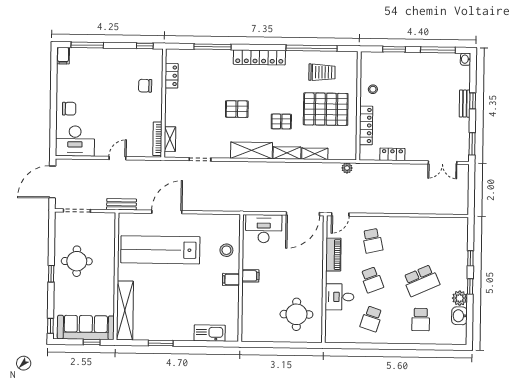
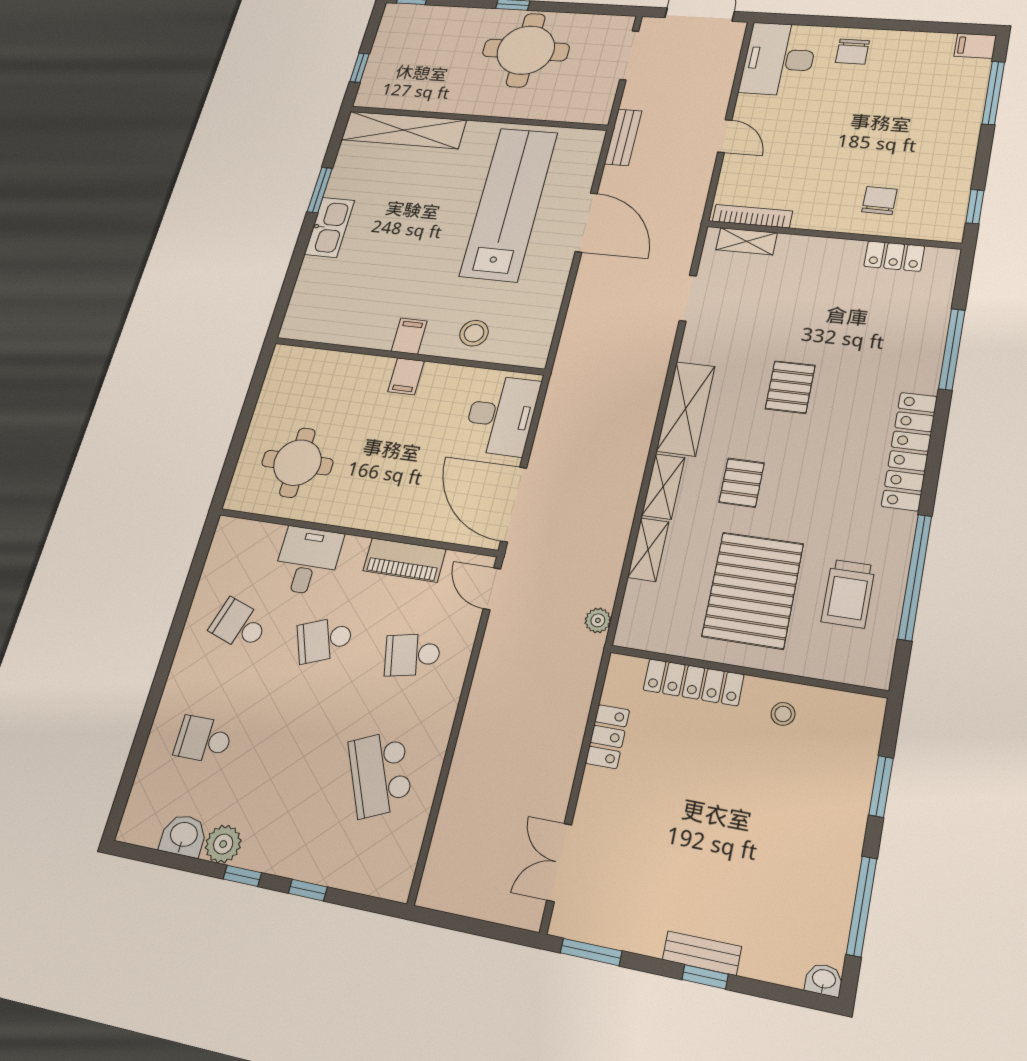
round table: (77, 261) -> (526, 50), width x1.36, depth x1.36
school desk: (421, 280) -> (380, 774), moved
sofa: (86, 327) -> (391, 59), removed
kitchen sink: (210, 333) -> (329, 227), moved

